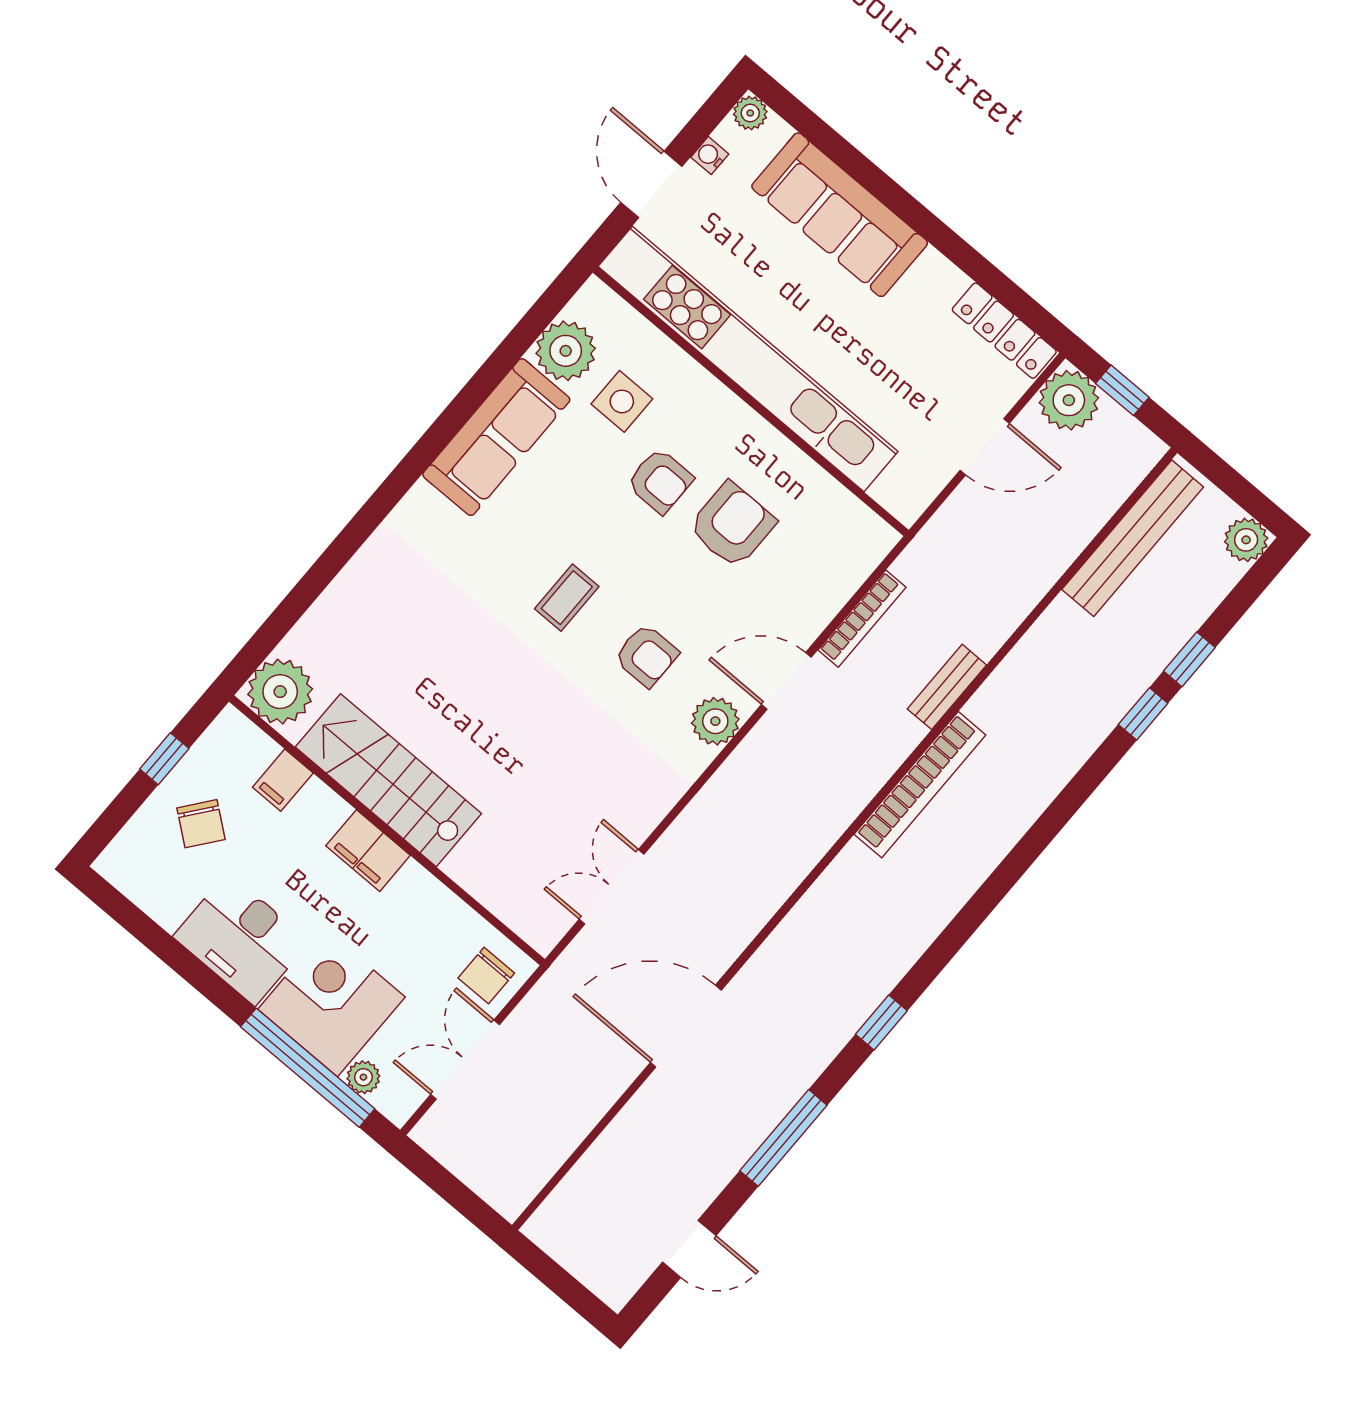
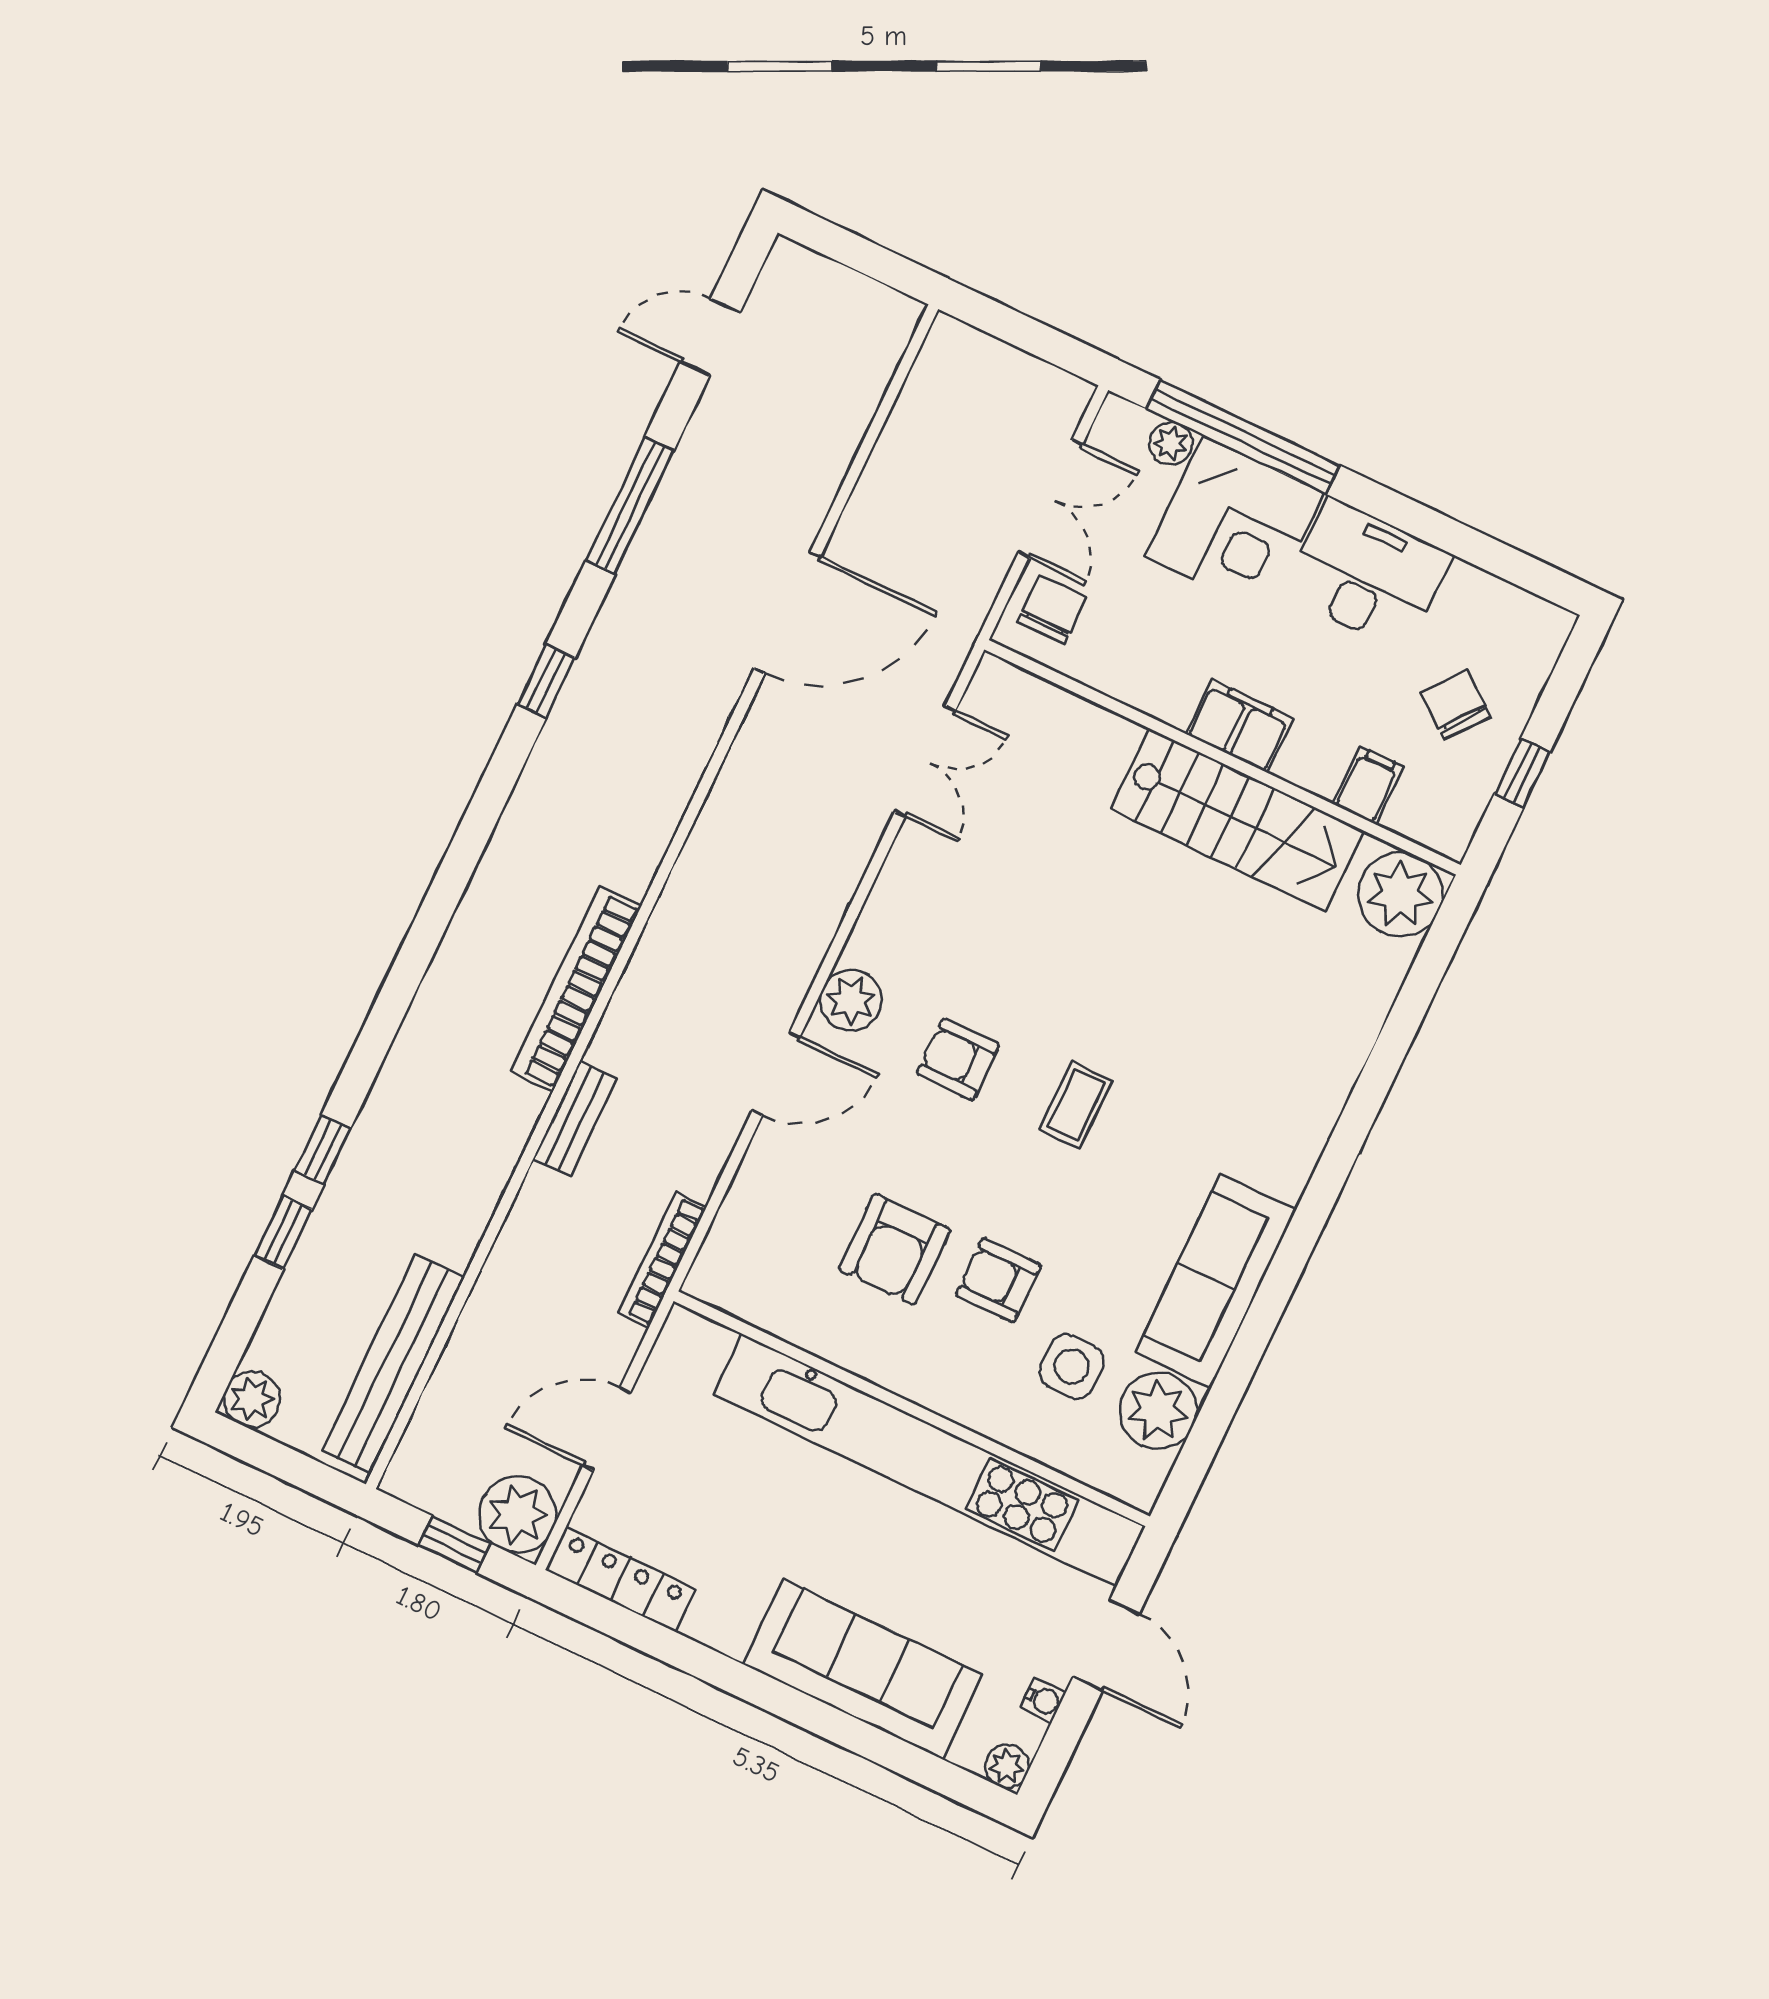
bookcase: (862, 619) -> (662, 1260), moved

